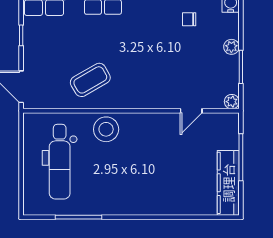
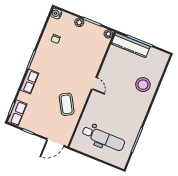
door: (191, 111) -> (94, 83), moved
stool: (106, 129) -> (143, 85), moved
kitchen counter: (228, 183) -> (131, 45), moved

